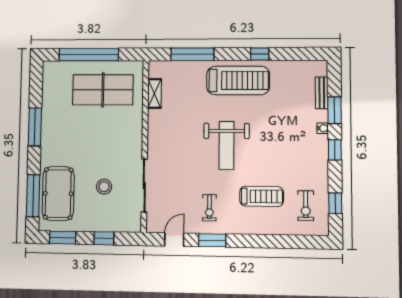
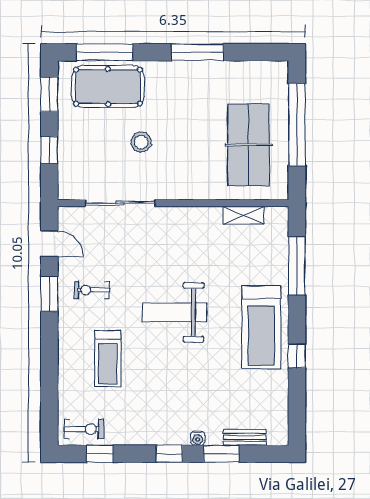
stool: (104, 187) -> (141, 142), moved
exercise bike: (306, 206) -> (84, 429), moved, turned 180

